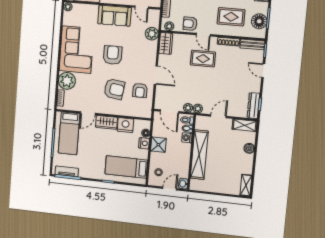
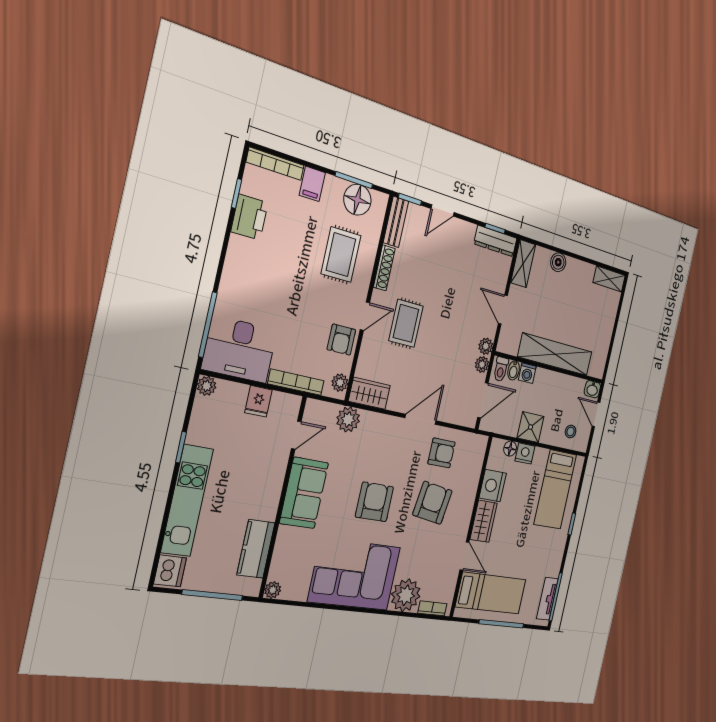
armchair: (113, 55) -> (374, 502), turned 90

